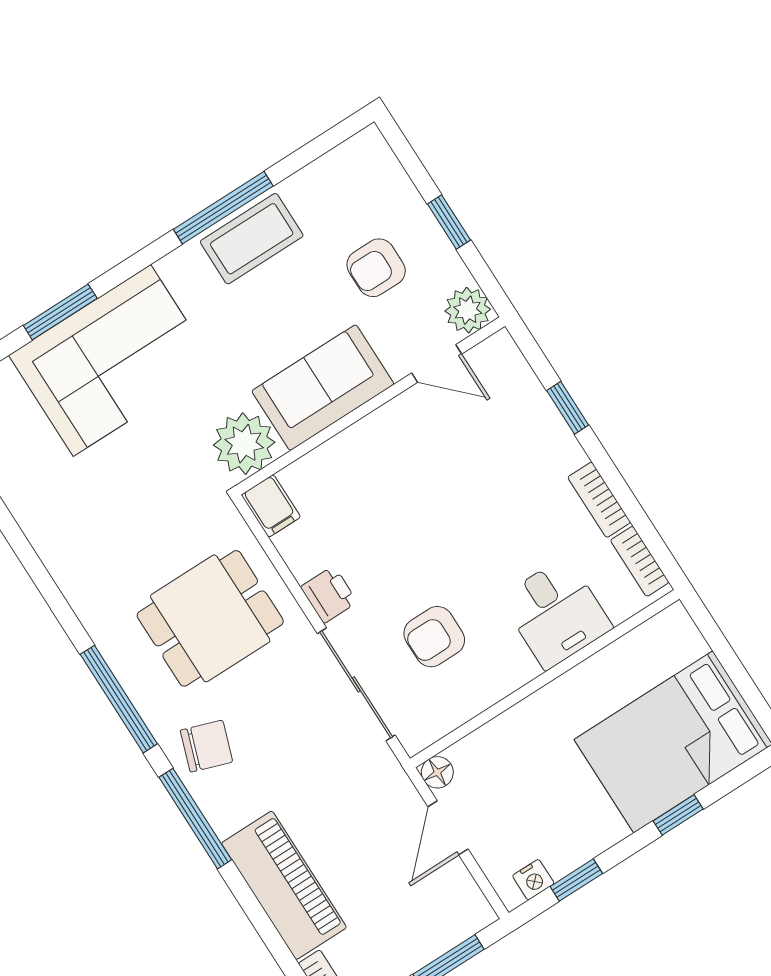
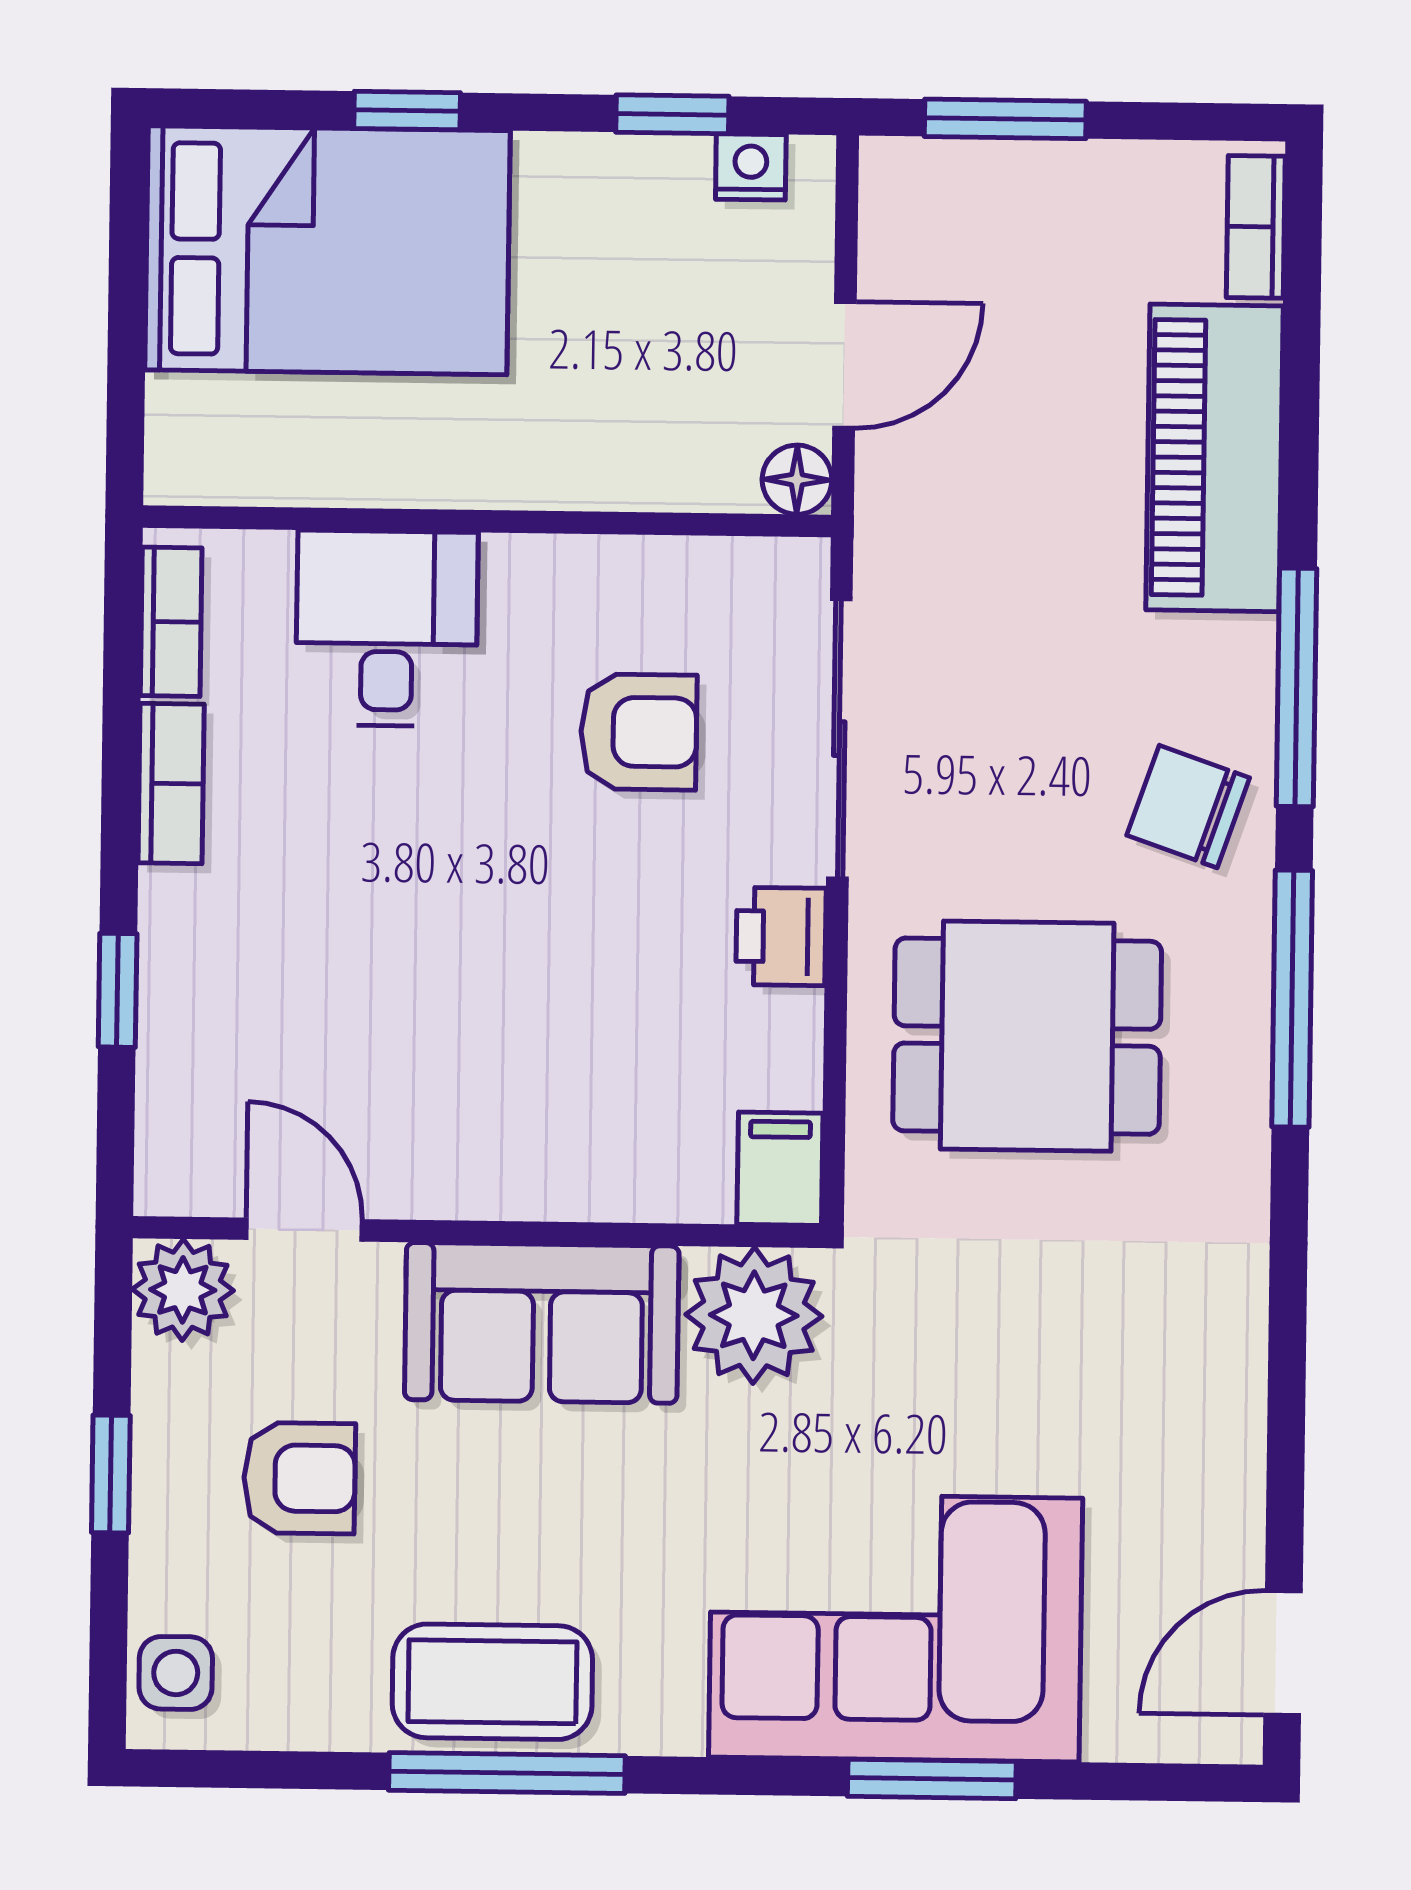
side table: (374, 163) -> (176, 1673), added

